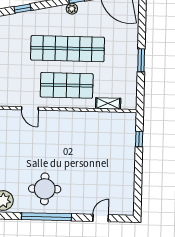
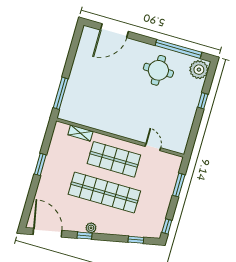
window: (139, 139) -> (61, 93), width x2.17
window: (46, 217) -> (178, 49), moved
door: (101, 218) -> (114, 31), width x1.87

